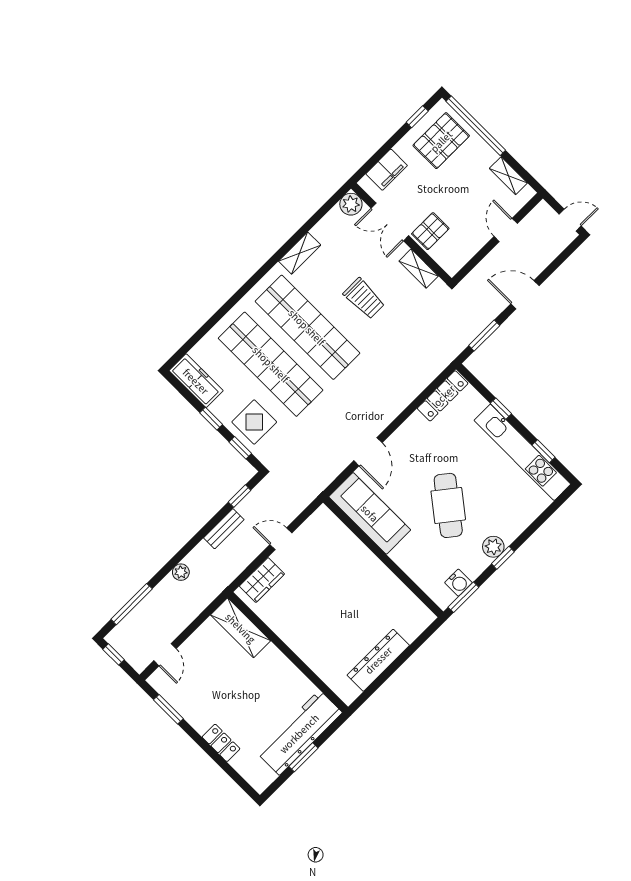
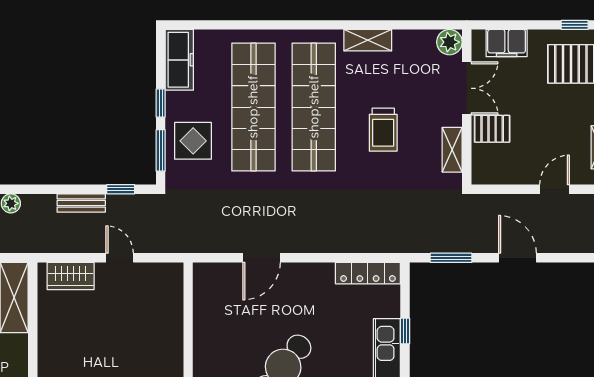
double door: (390, 222) -> (467, 88), swing flipped
window: (240, 448) -> (161, 150), width x1.50
sofa: (370, 513) -> (213, 309), removed

